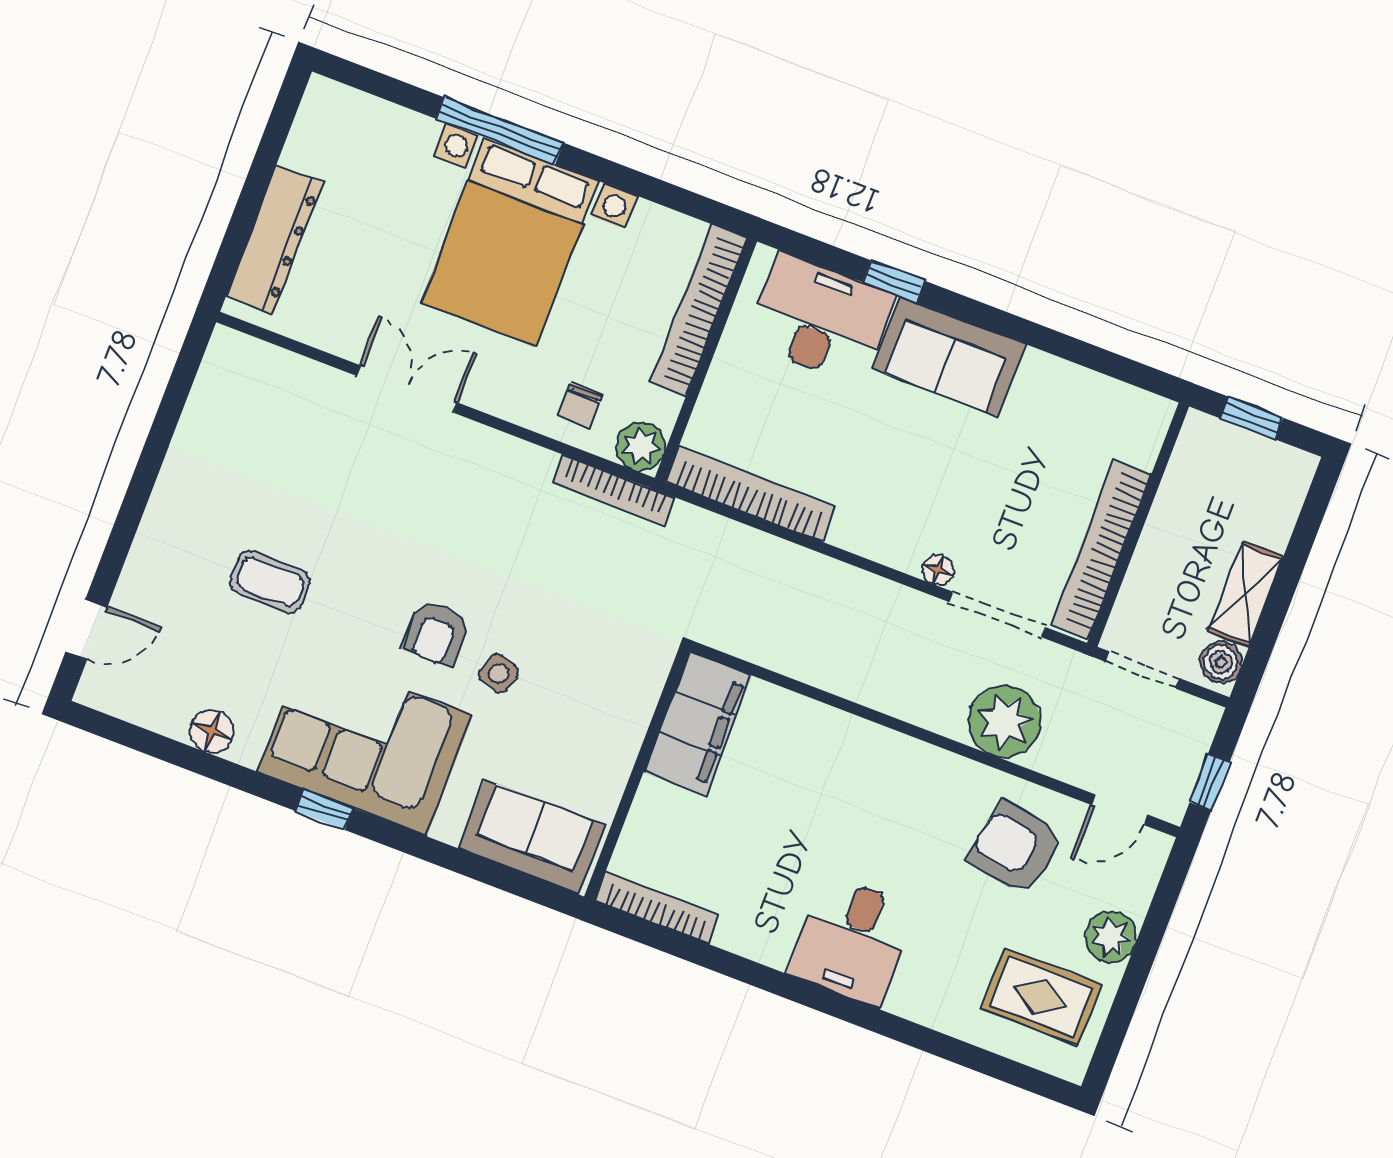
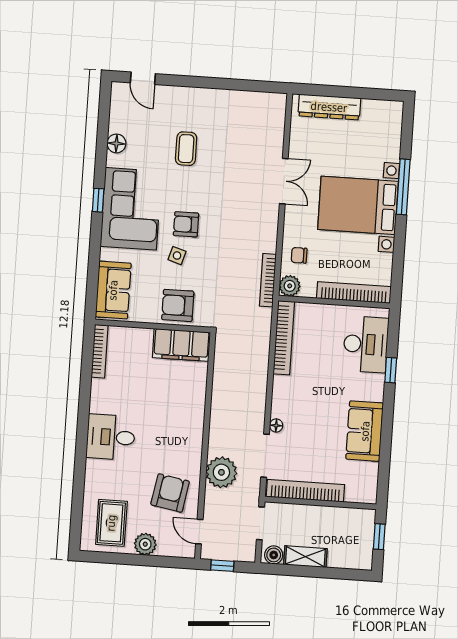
sofa: (949, 356) -> (365, 431), moved
armchair: (609, 705) -> (178, 305), added

